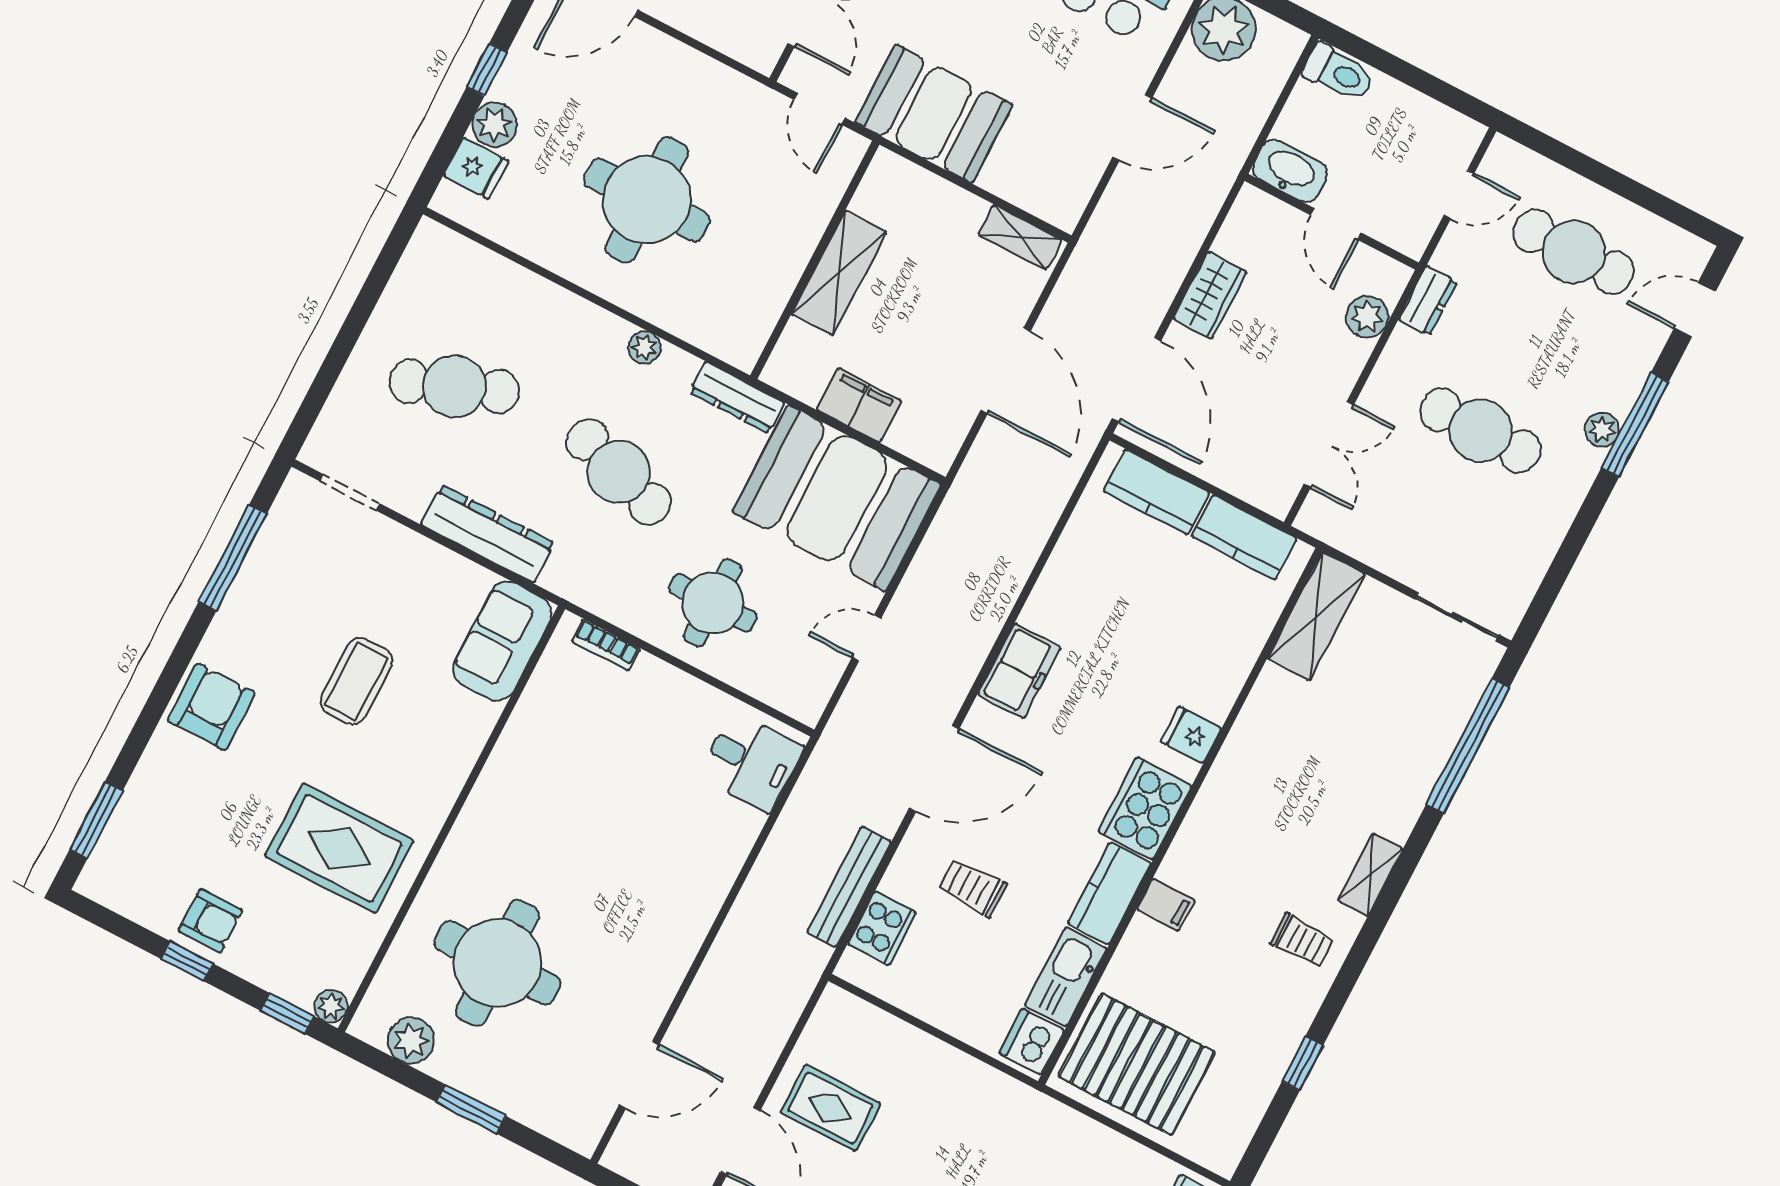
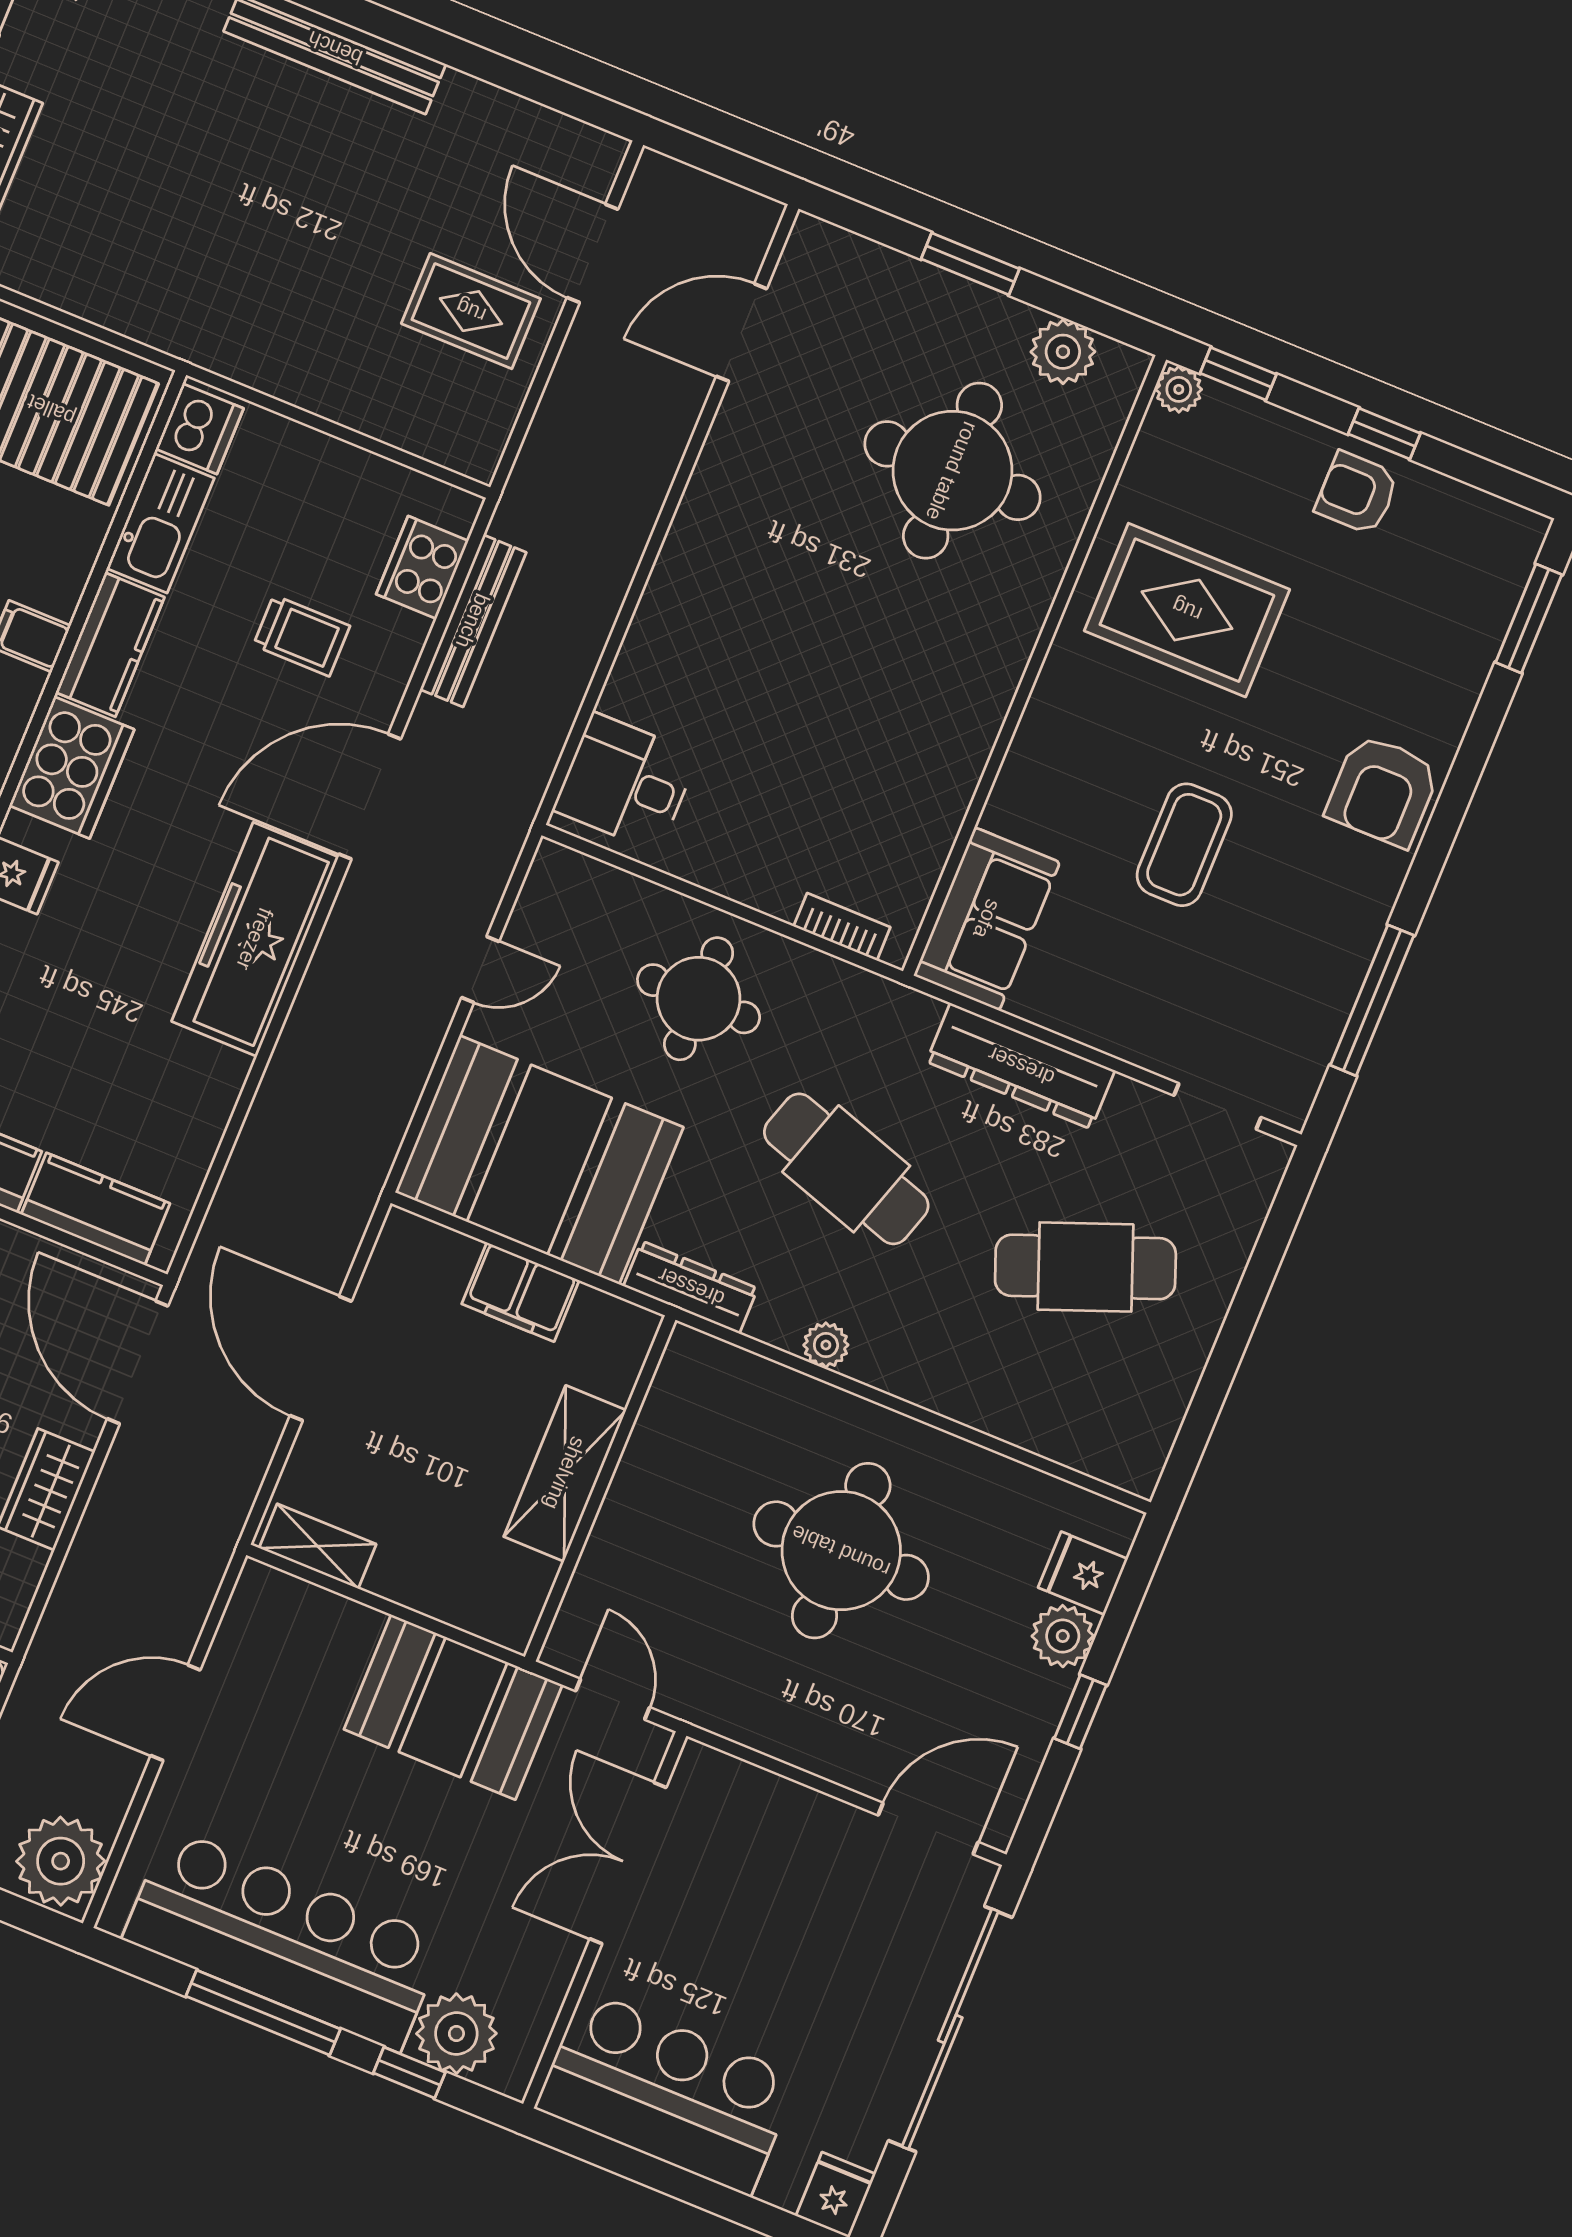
freezer: (1019, 671) -> (255, 939), width x1.91, depth x1.26

